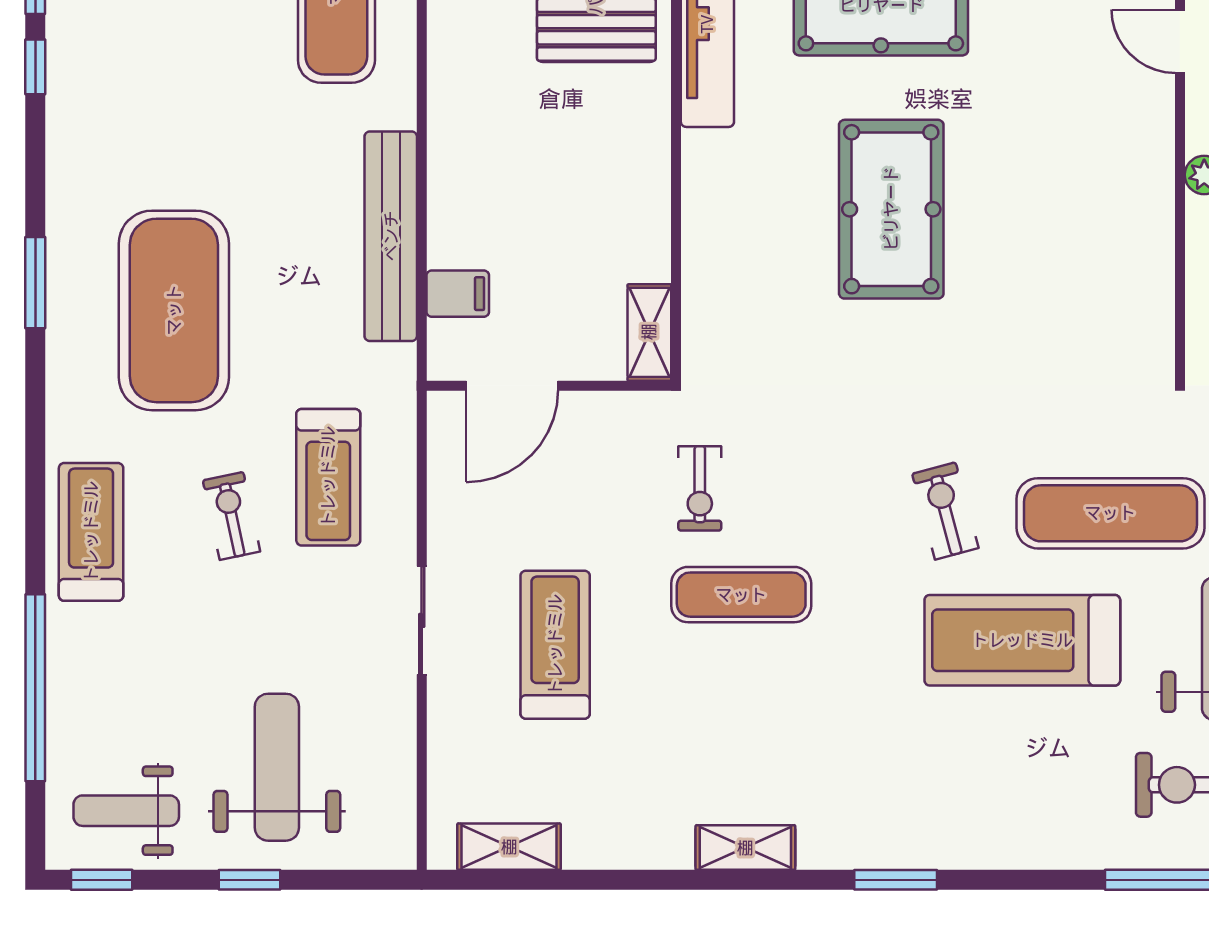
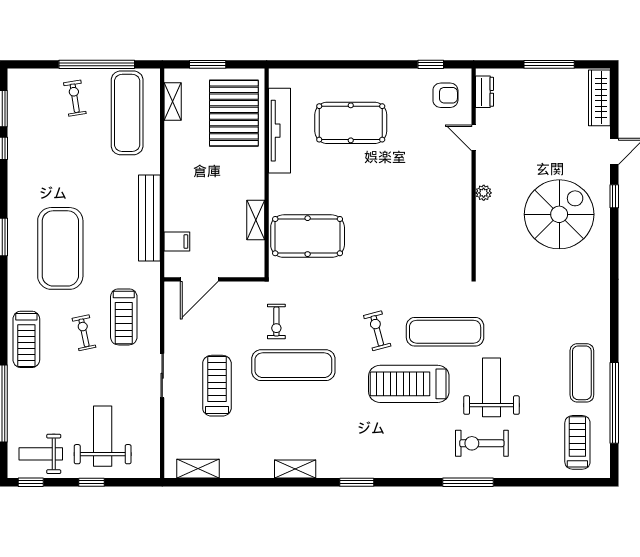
pool table: (891, 209) -> (308, 236), moved, turned 90
shelving: (649, 332) -> (256, 220), moved
treadmill: (91, 532) -> (26, 339), turned 180
exercise mat: (741, 595) -> (293, 365), width x1.36, depth x1.45

